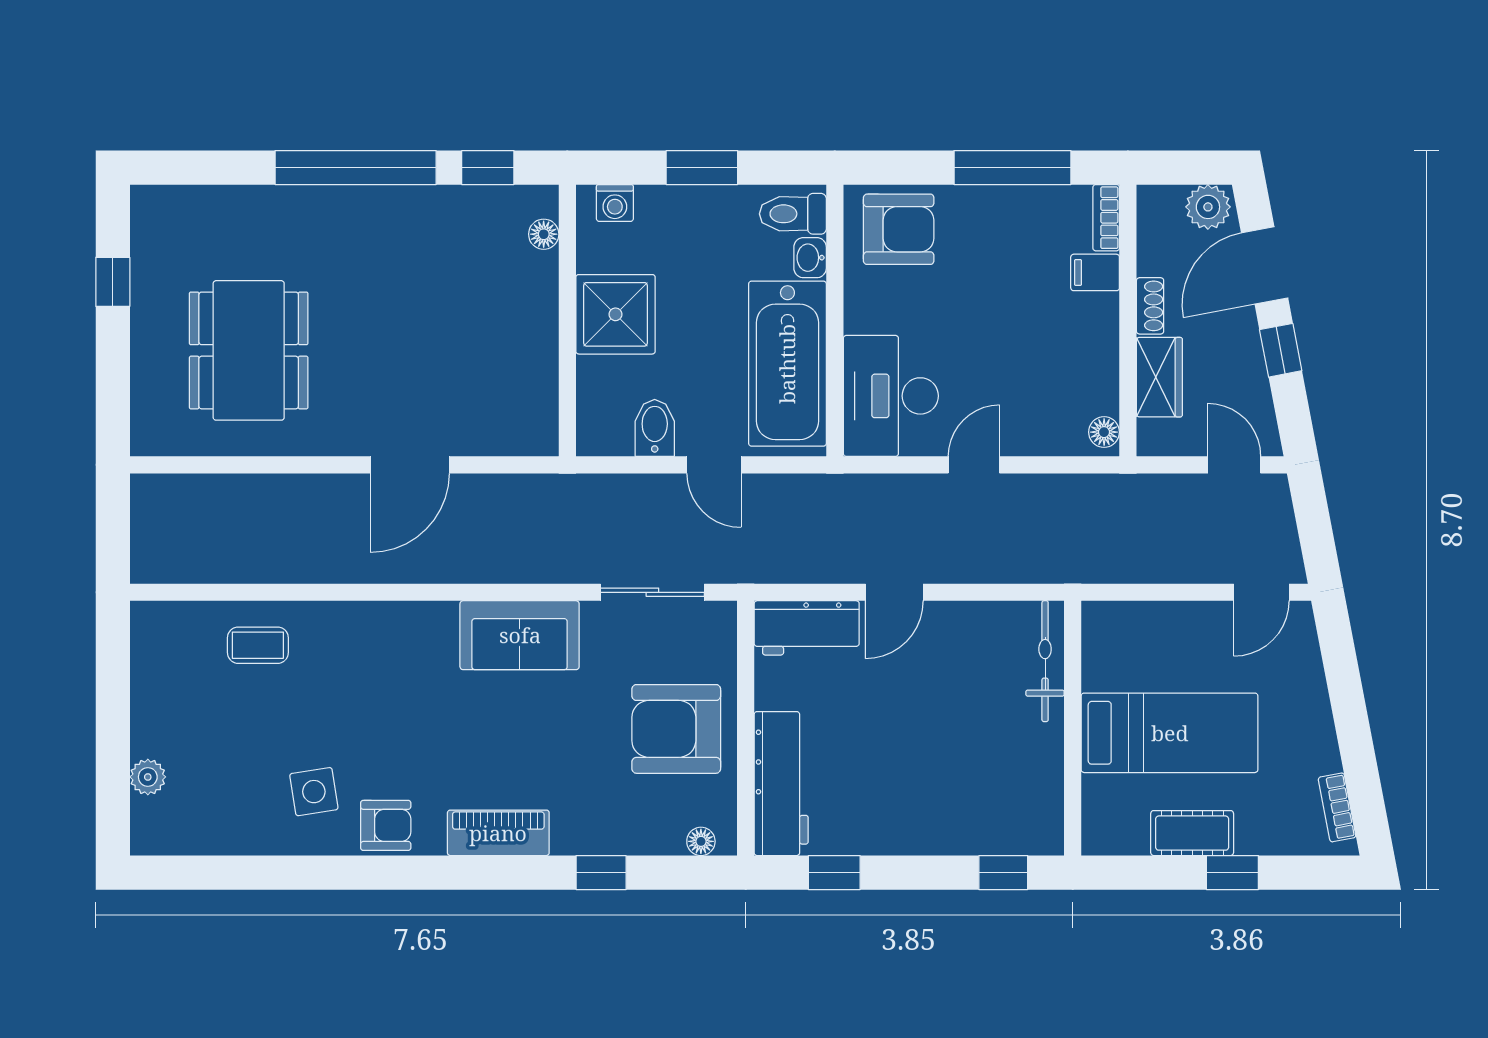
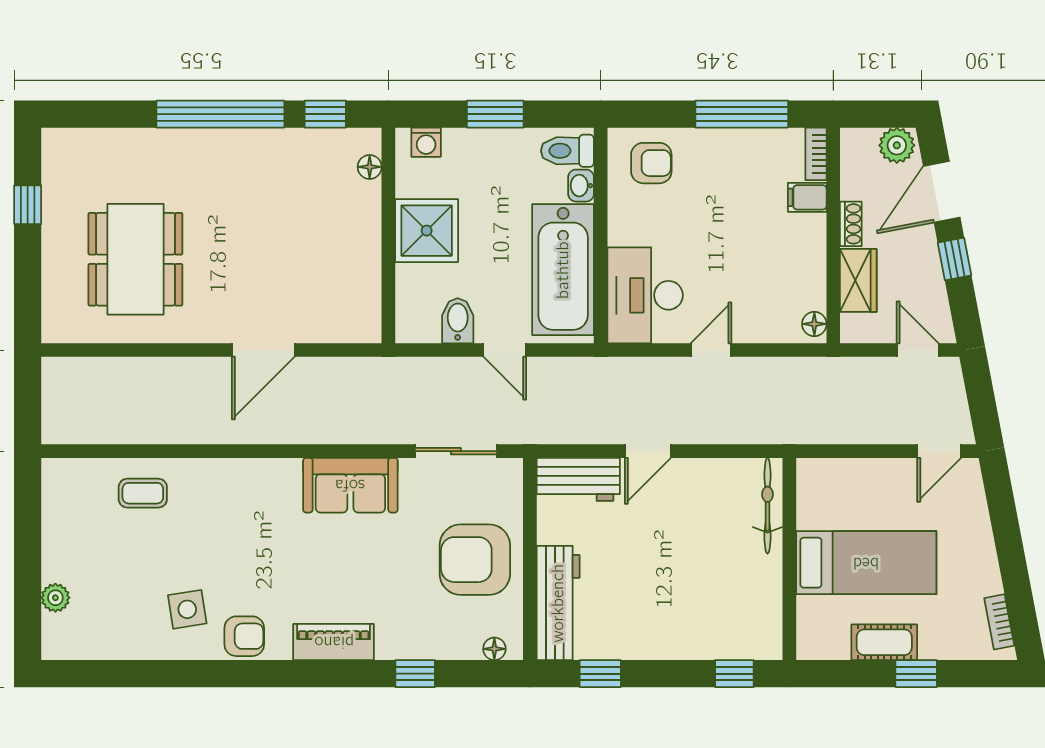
armchair: (899, 229) -> (651, 163), width x0.72, depth x0.72

